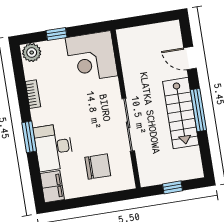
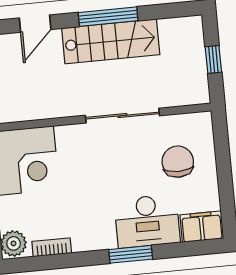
bookcase: (33, 94) -> (52, 247), moved

